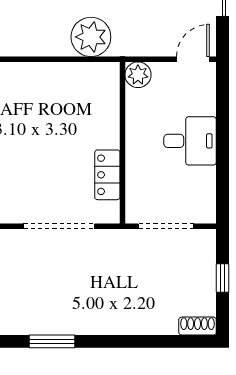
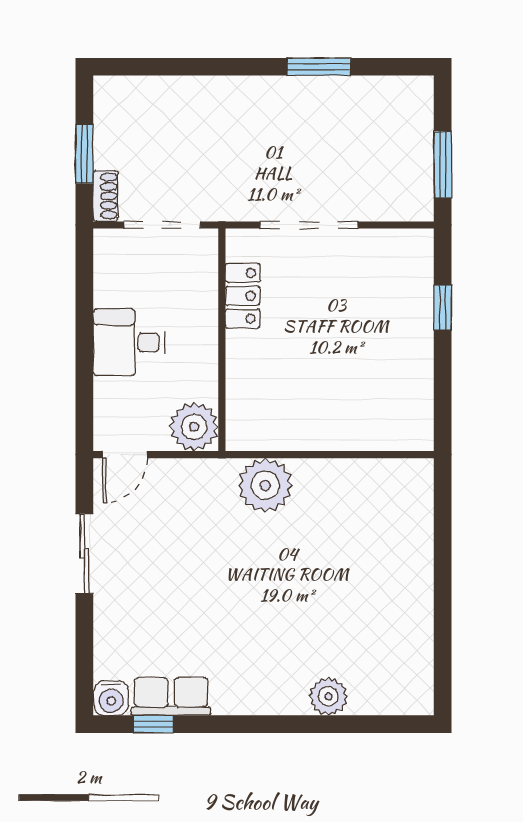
plant: (138, 75) -> (194, 427), width x1.36, depth x1.36
window: (222, 278) -> (84, 154), width x1.50
shoe rack: (198, 326) -> (106, 196), moved, turned -90

